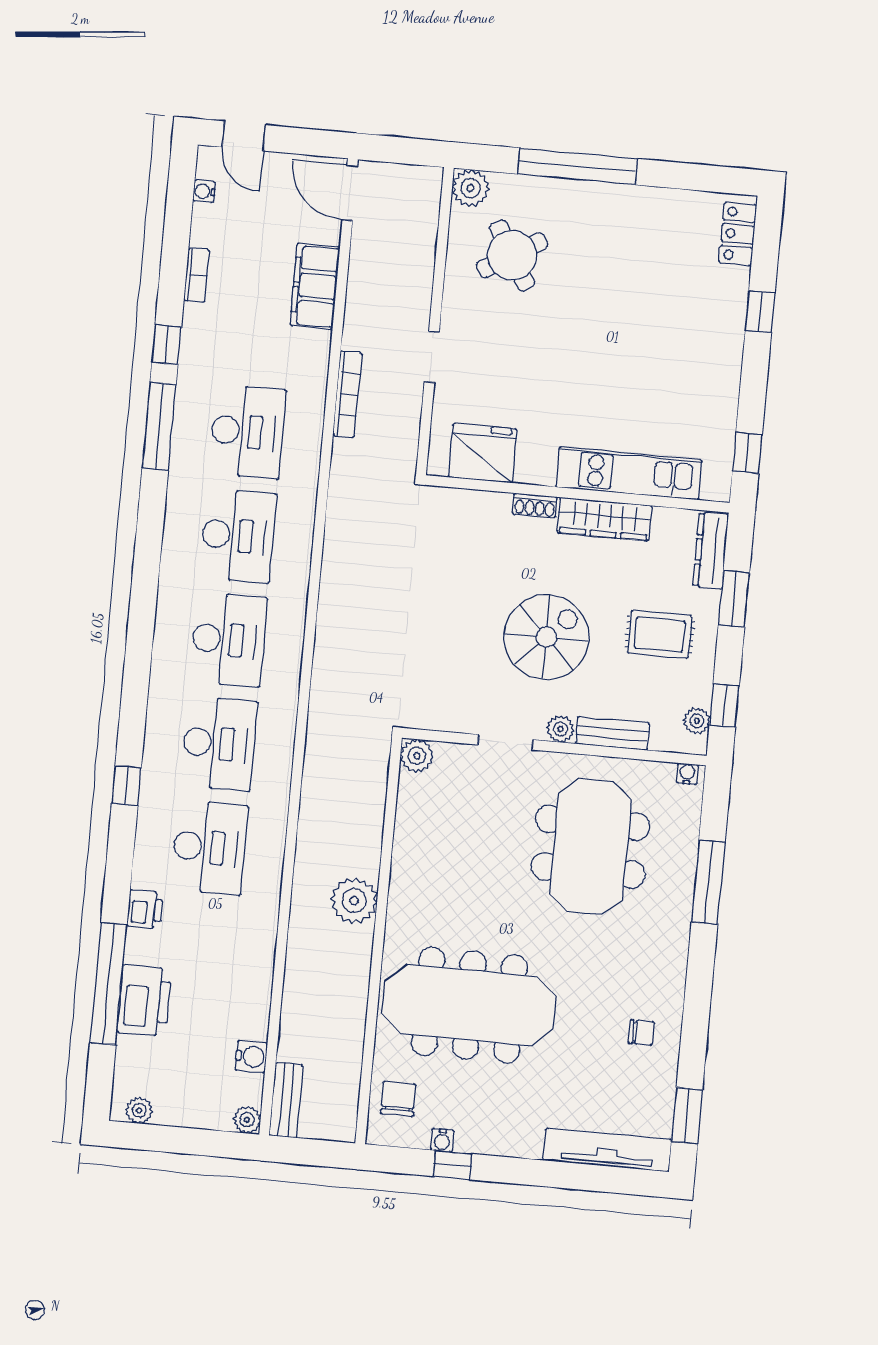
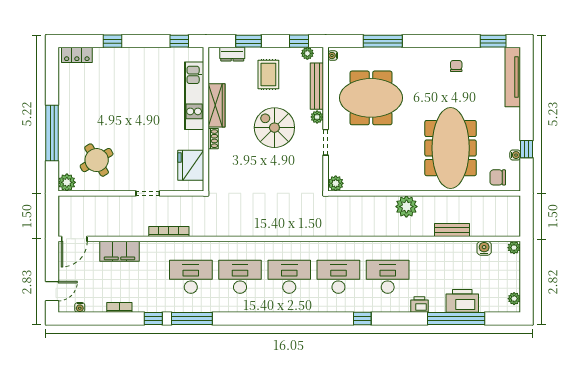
dresser: (711, 551) -> (232, 54), width x0.70
bench: (612, 733) -> (317, 86), width x1.36
bench: (286, 1100) -> (452, 230), moved

